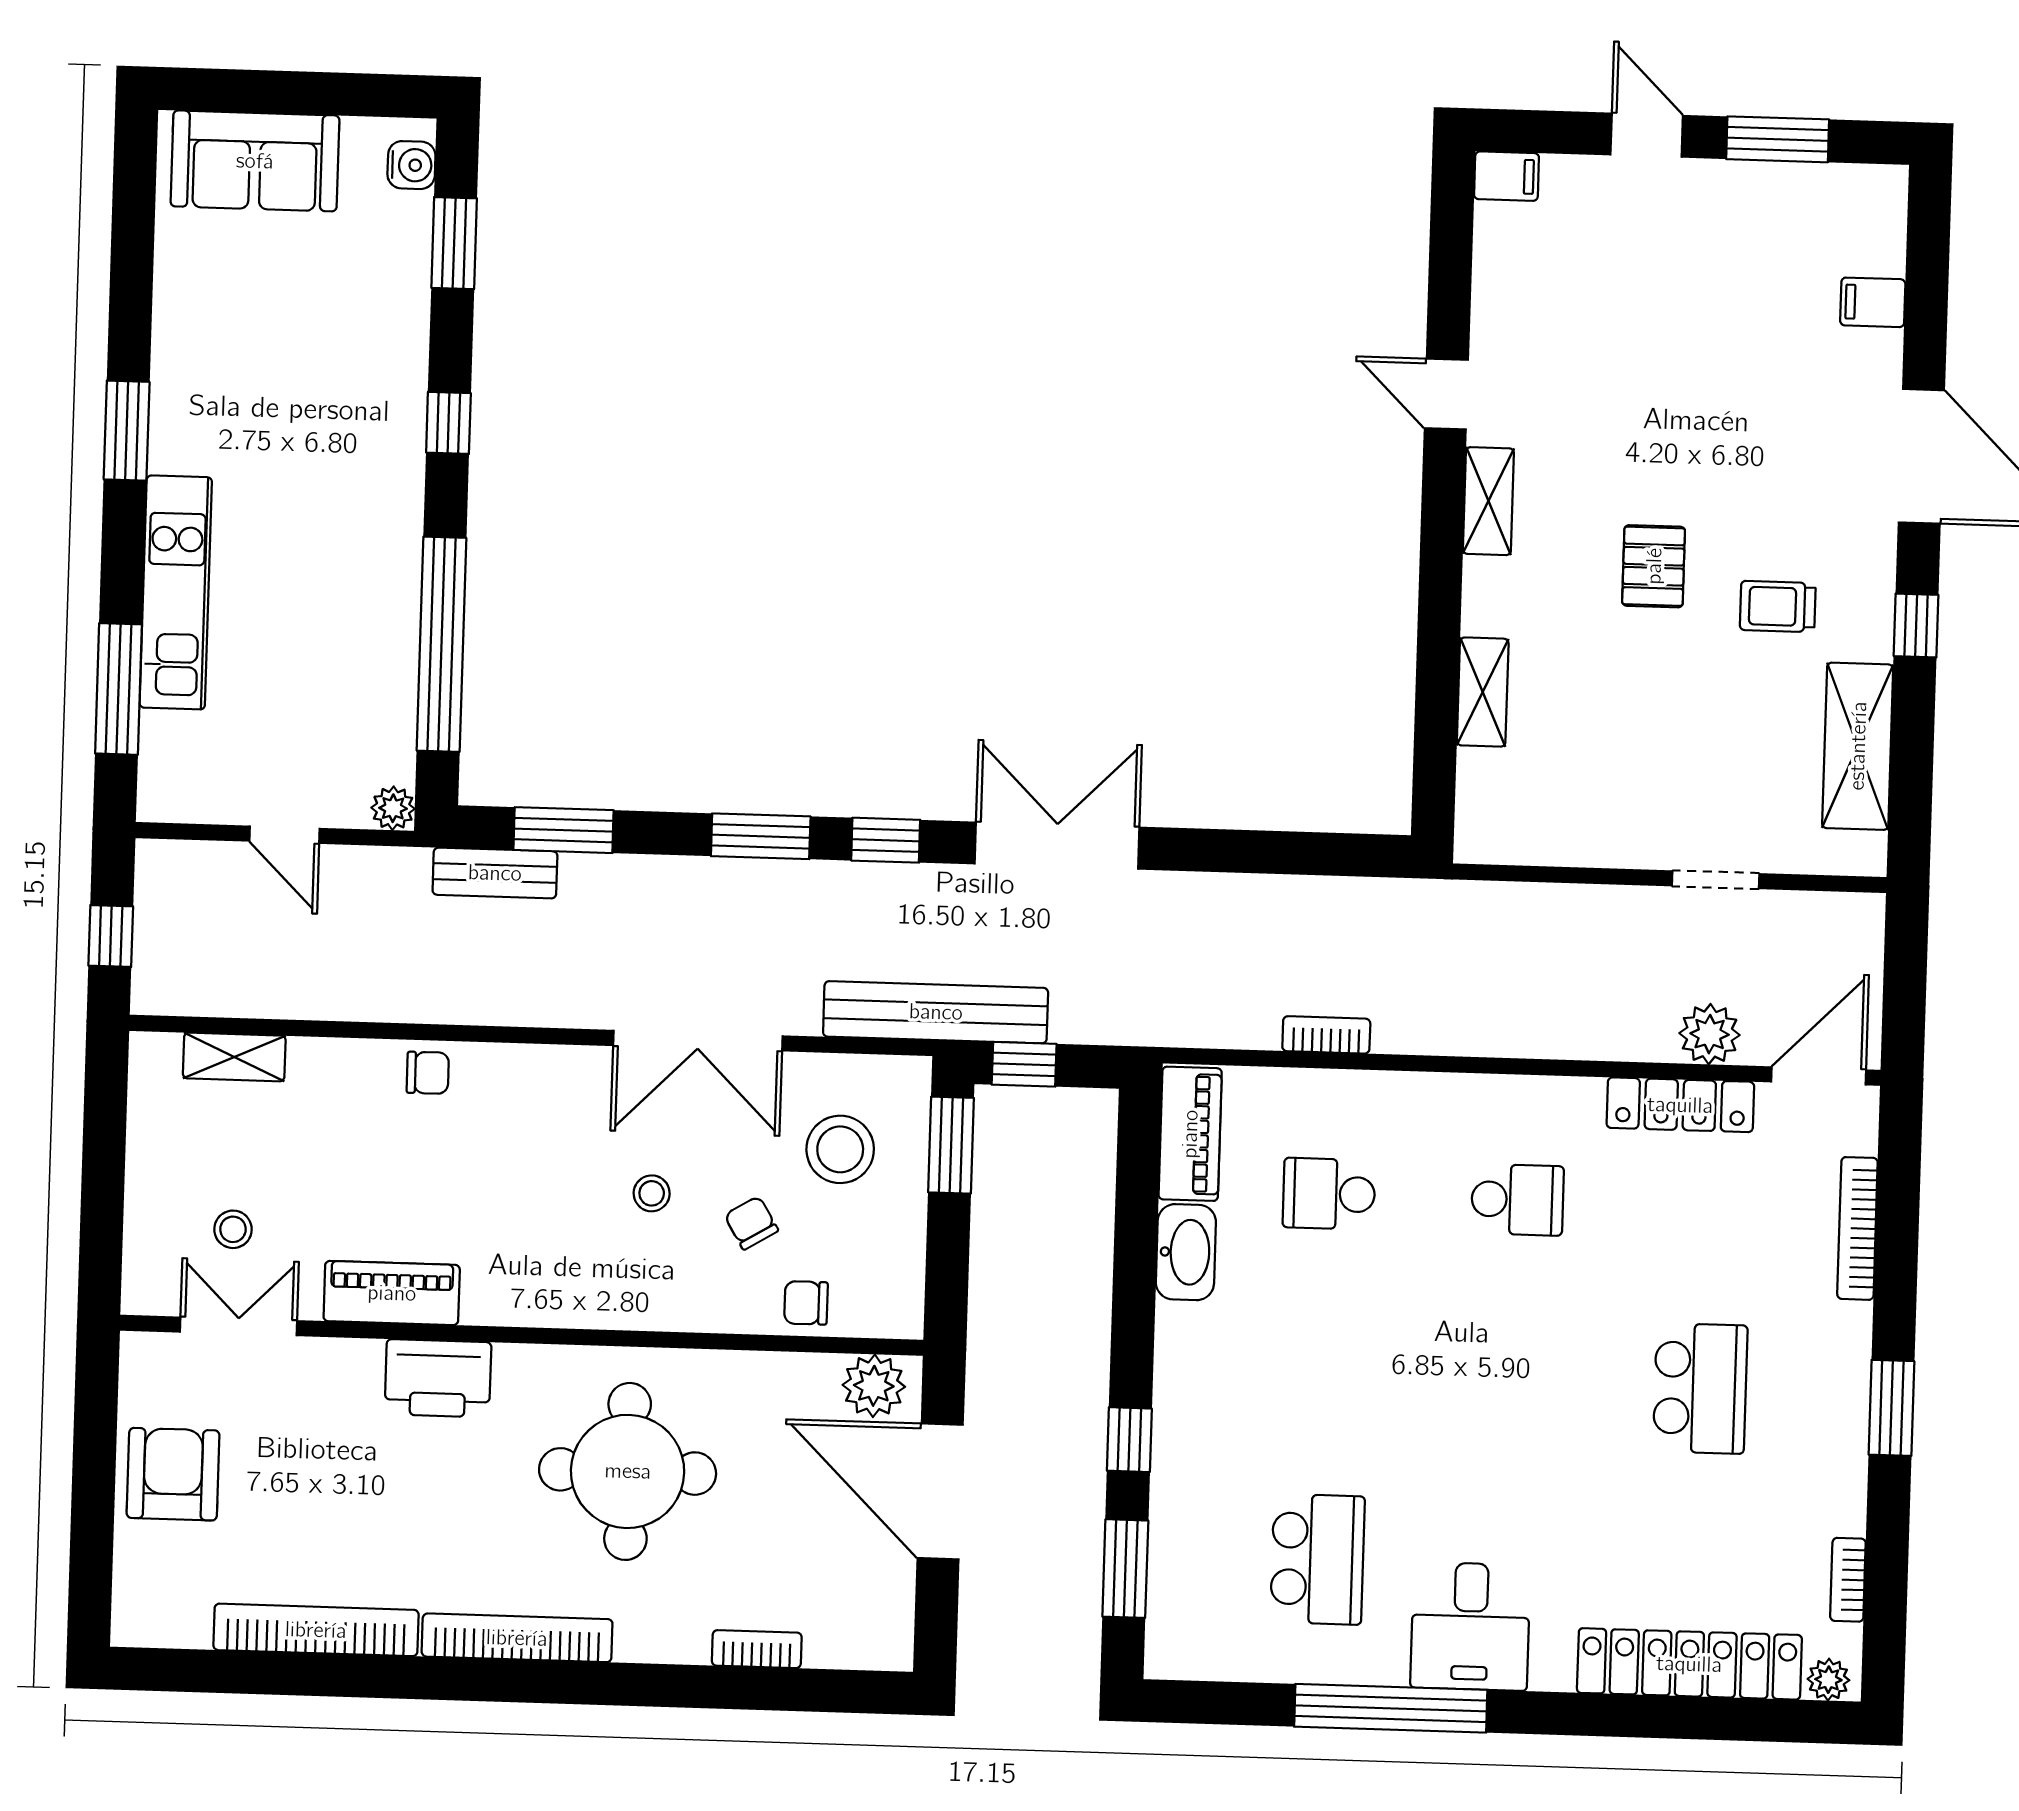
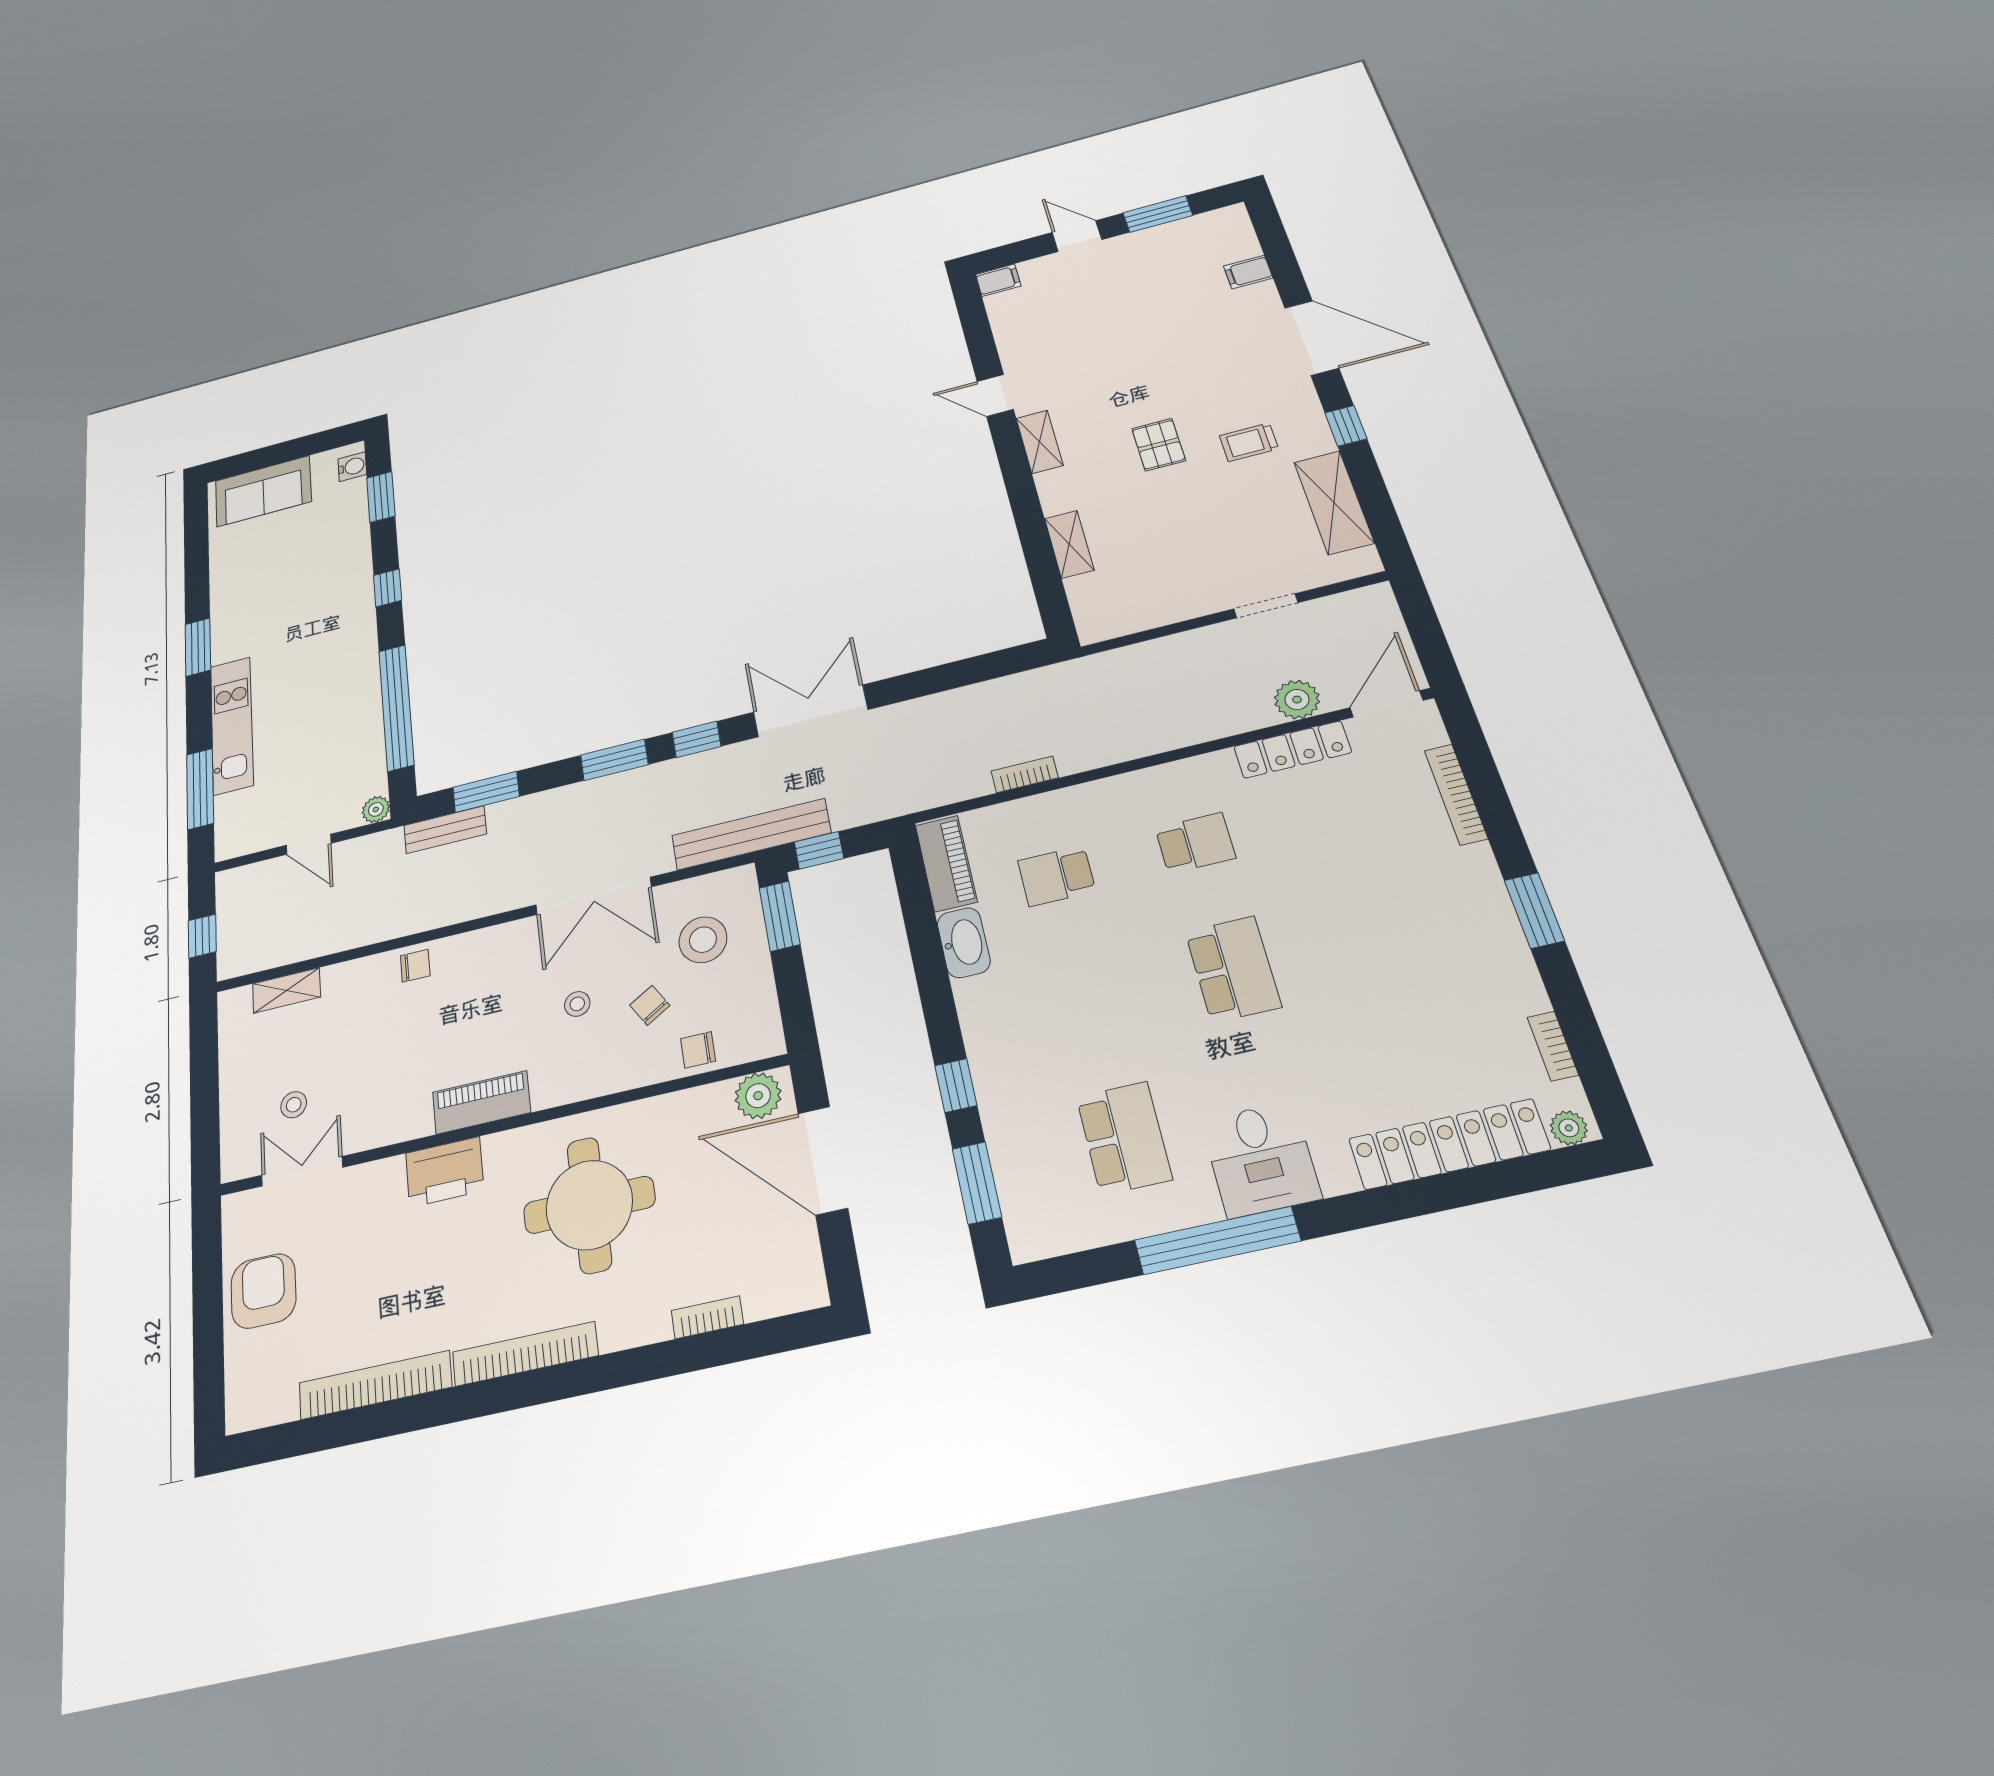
piano: (392, 1293) -> (482, 1102), moved
school desk: (1700, 1388) -> (1233, 969), moved

